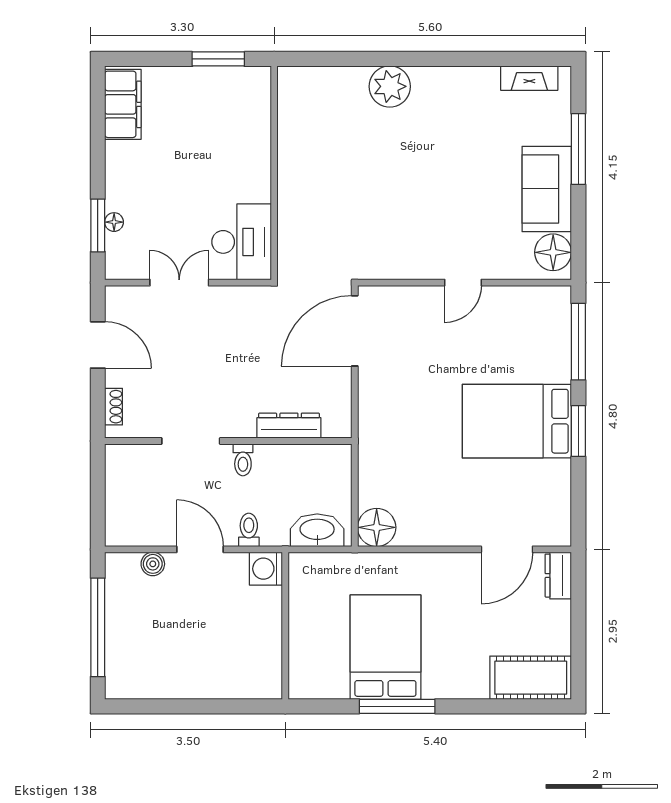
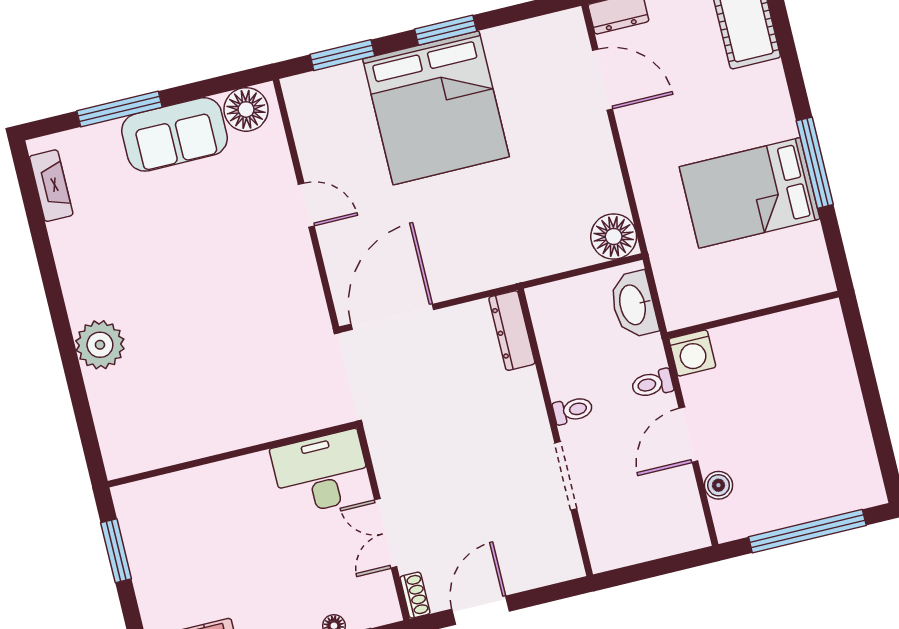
door: (355, 331) -> (392, 317), swing flipped
window: (578, 342) -> (342, 55), width x0.69
shoe rack: (114, 407) -> (415, 595), moved, turned 90
bed: (517, 421) -> (436, 108), width x1.36
dresser: (289, 426) -> (512, 331), moved

